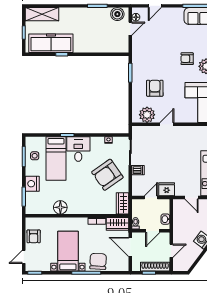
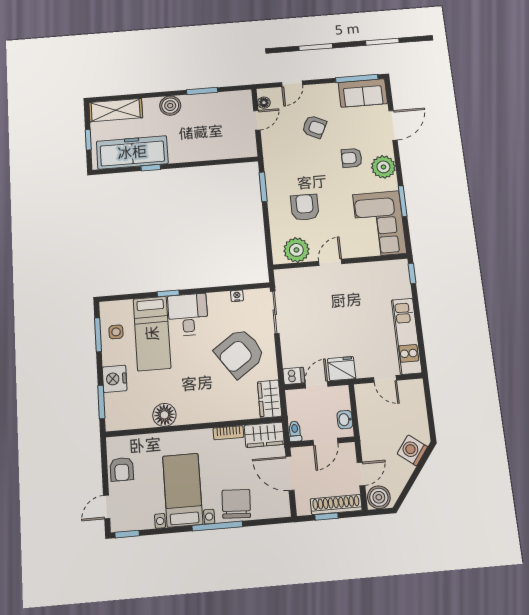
boiler: (117, 14) -> (170, 106), moved
armchair: (166, 36) -> (314, 127), added
dishwasher: (138, 170) -> (294, 376), moved
boiler: (180, 265) -> (379, 497), added

